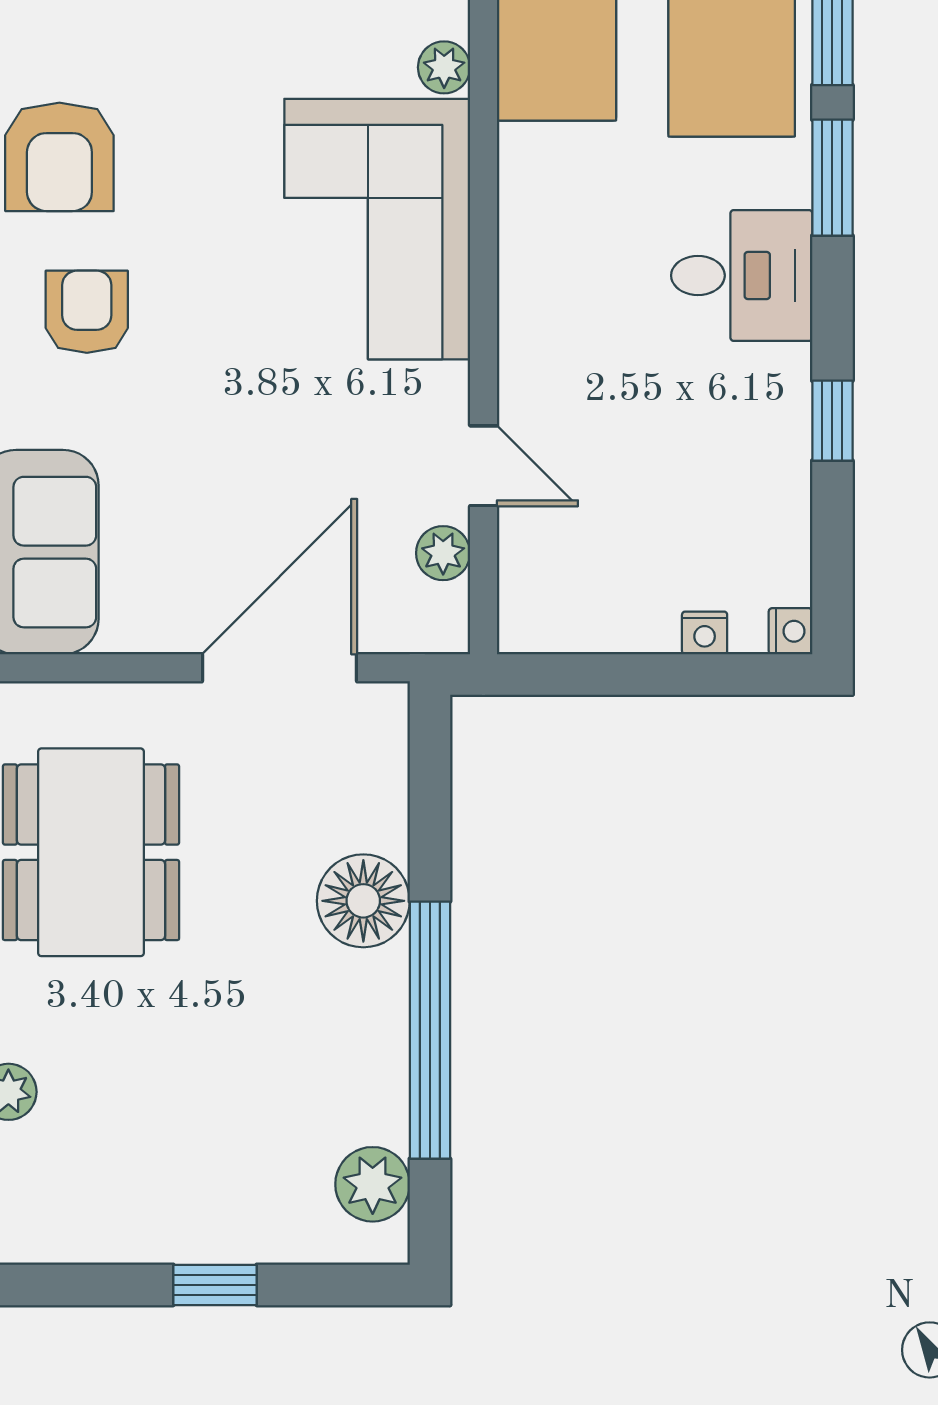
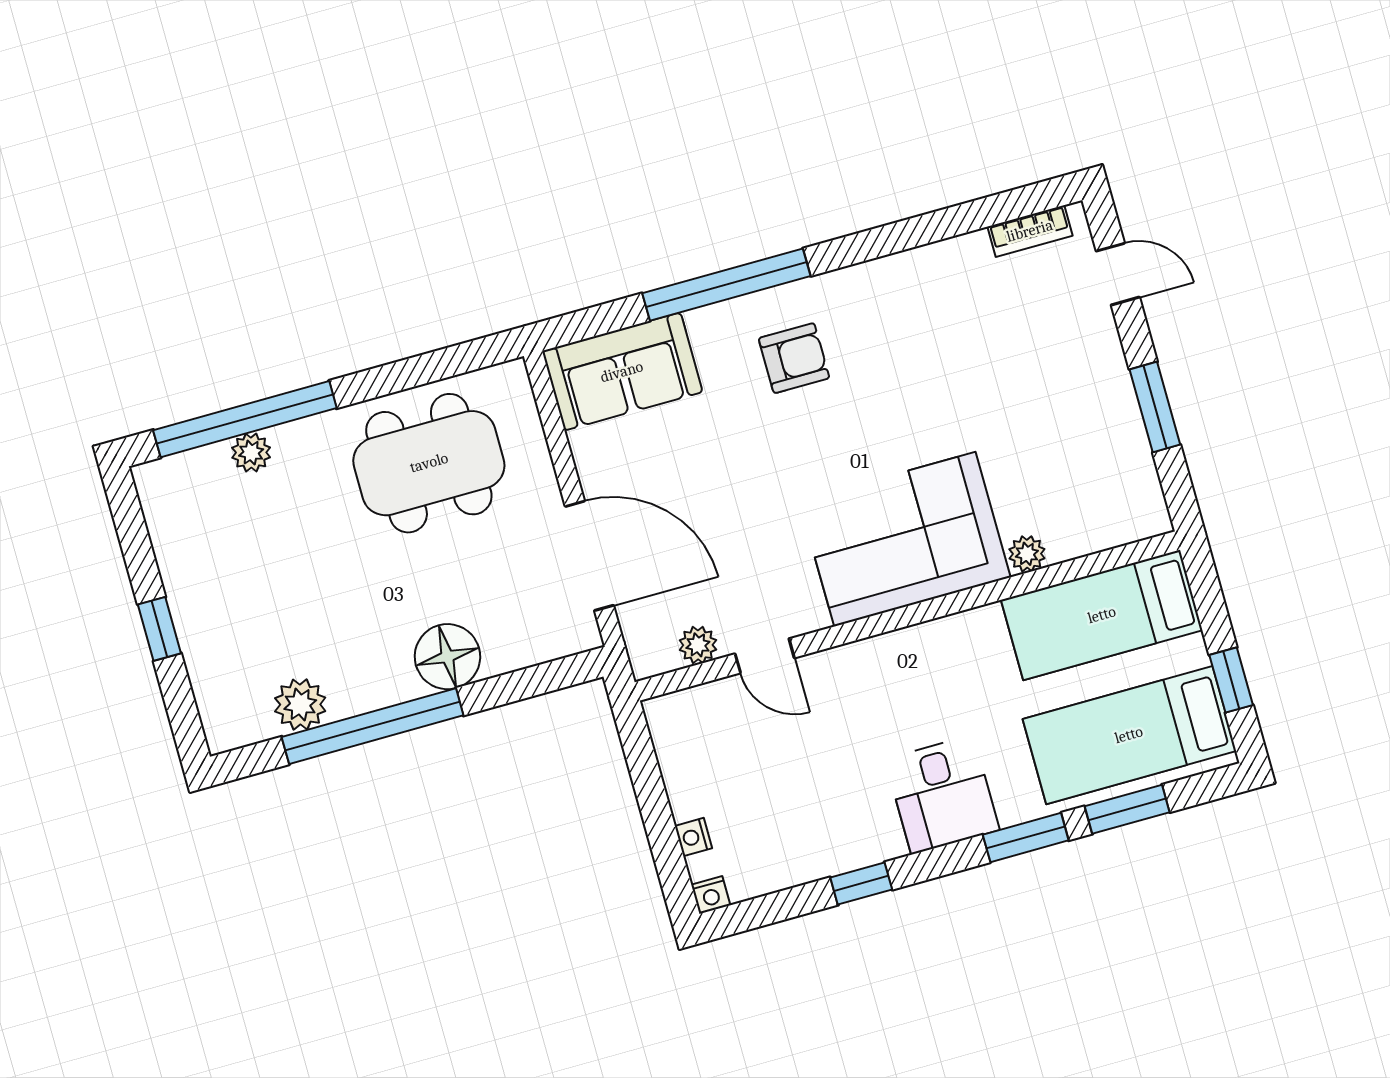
armchair: (59, 157) -> (894, 310), removed
door: (484, 466) -> (765, 656), hinge flipped
plant: (373, 1184) -> (300, 705), moved

